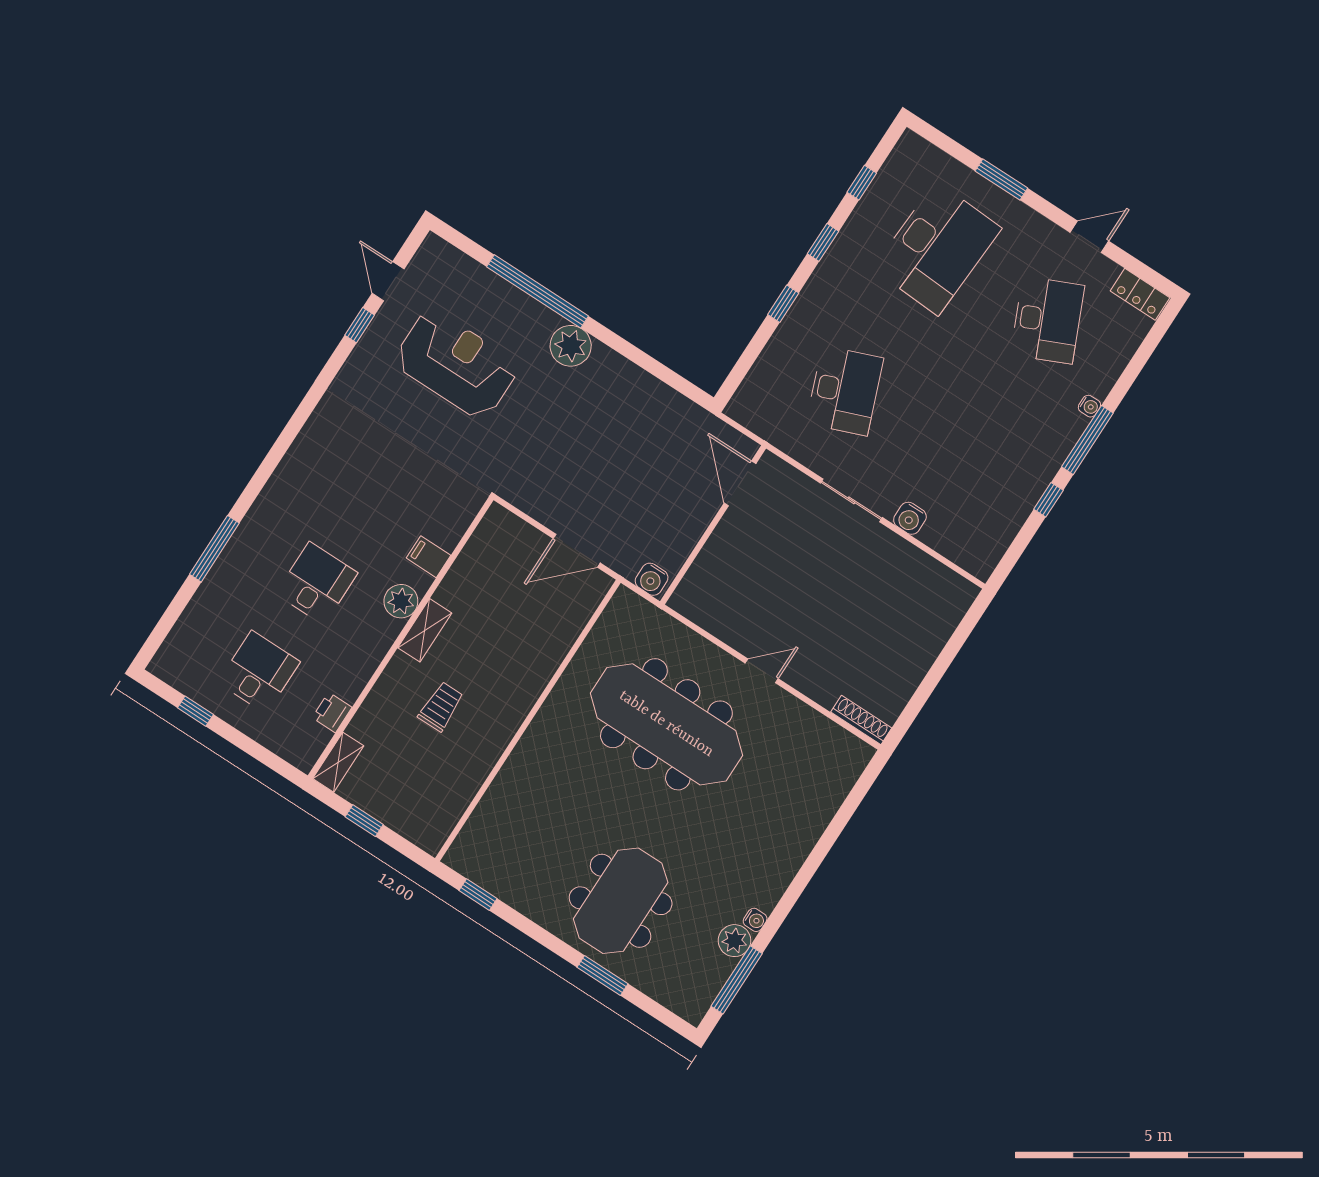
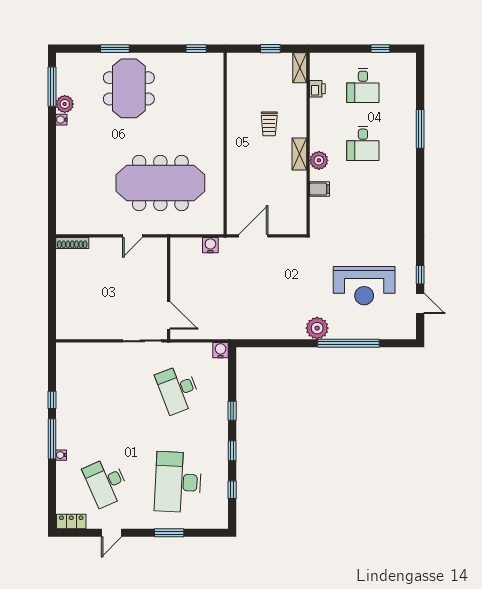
door: (740, 483) -> (169, 315), moved
water cooler: (910, 518) -> (221, 350), moved
wall: (713, 525) -> (169, 288), moved

